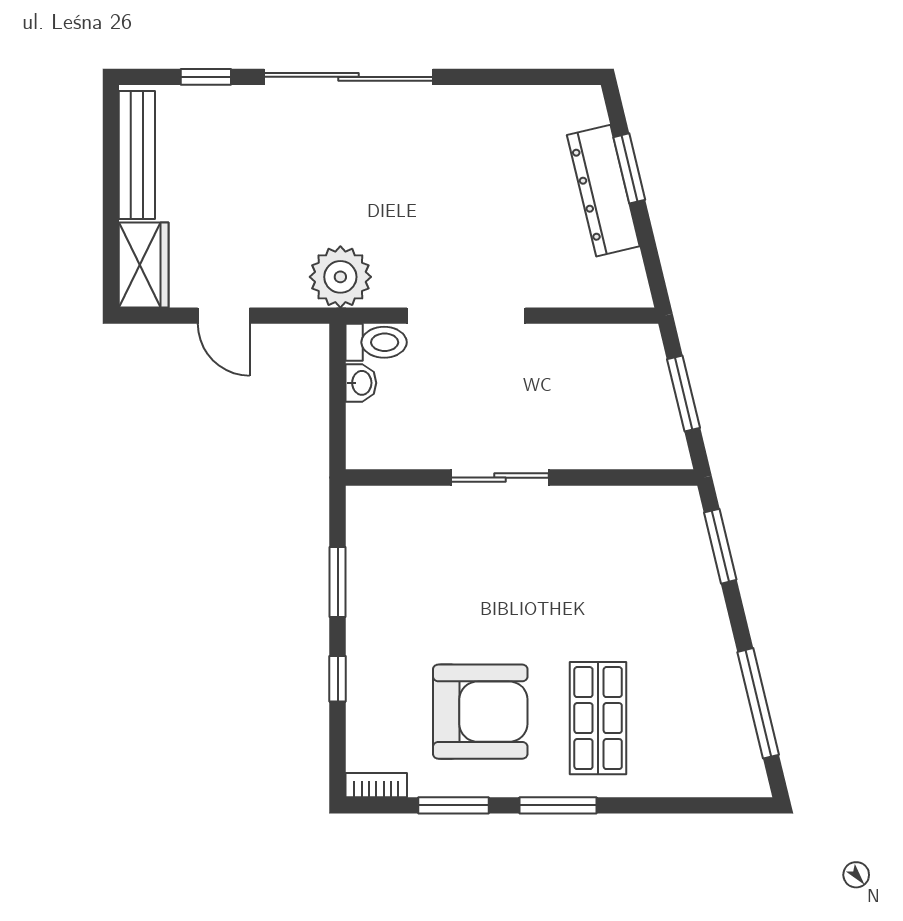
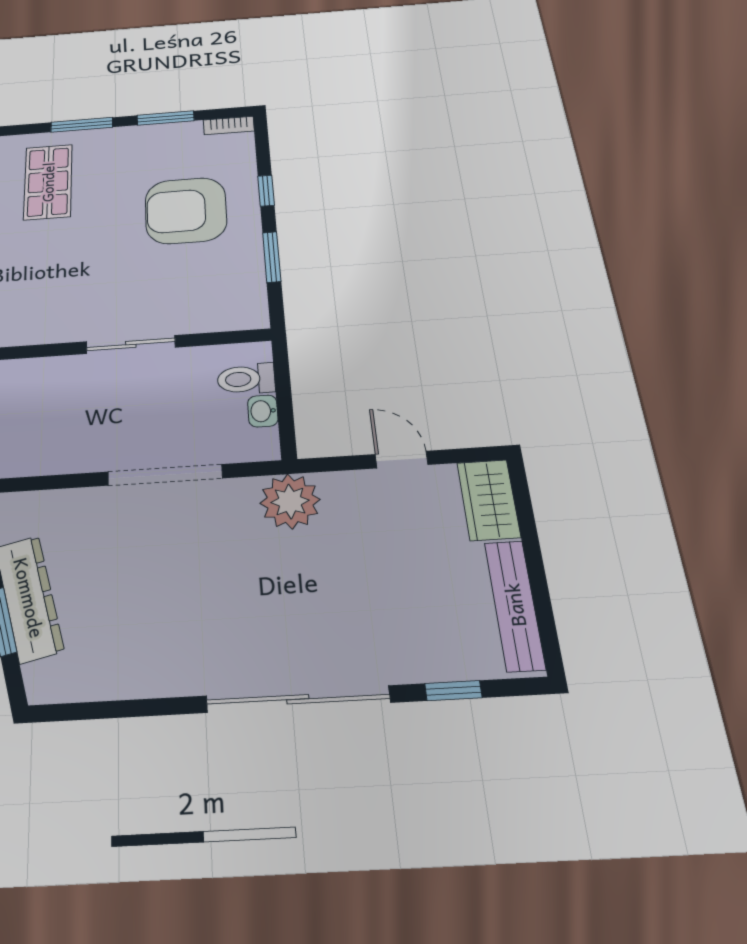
toilet: (376, 342) -> (246, 379), moved
armchair: (480, 712) -> (186, 211), moved

